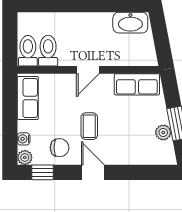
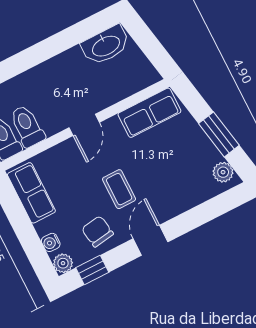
plant: (163, 132) -> (223, 172), moved
chair: (60, 148) -> (97, 231), turned -99
door: (93, 172) -> (150, 240), hinge flipped

